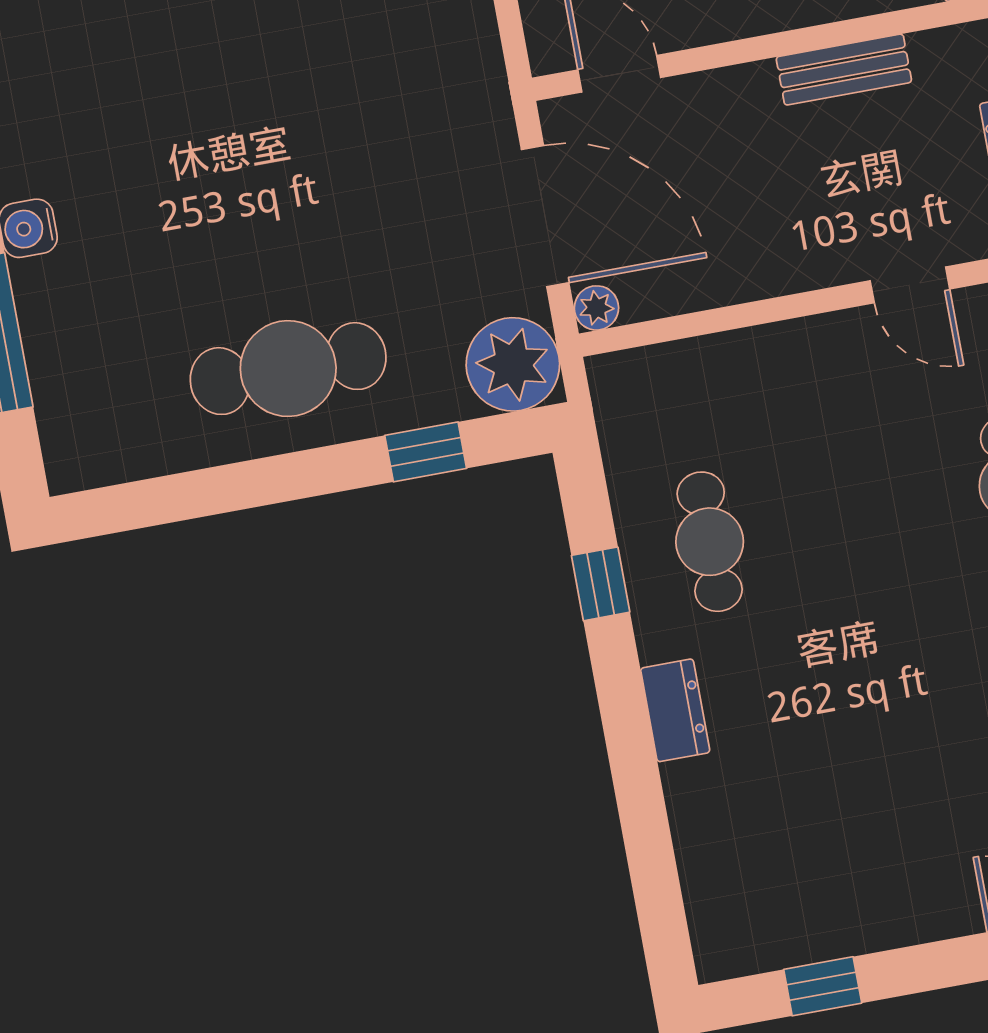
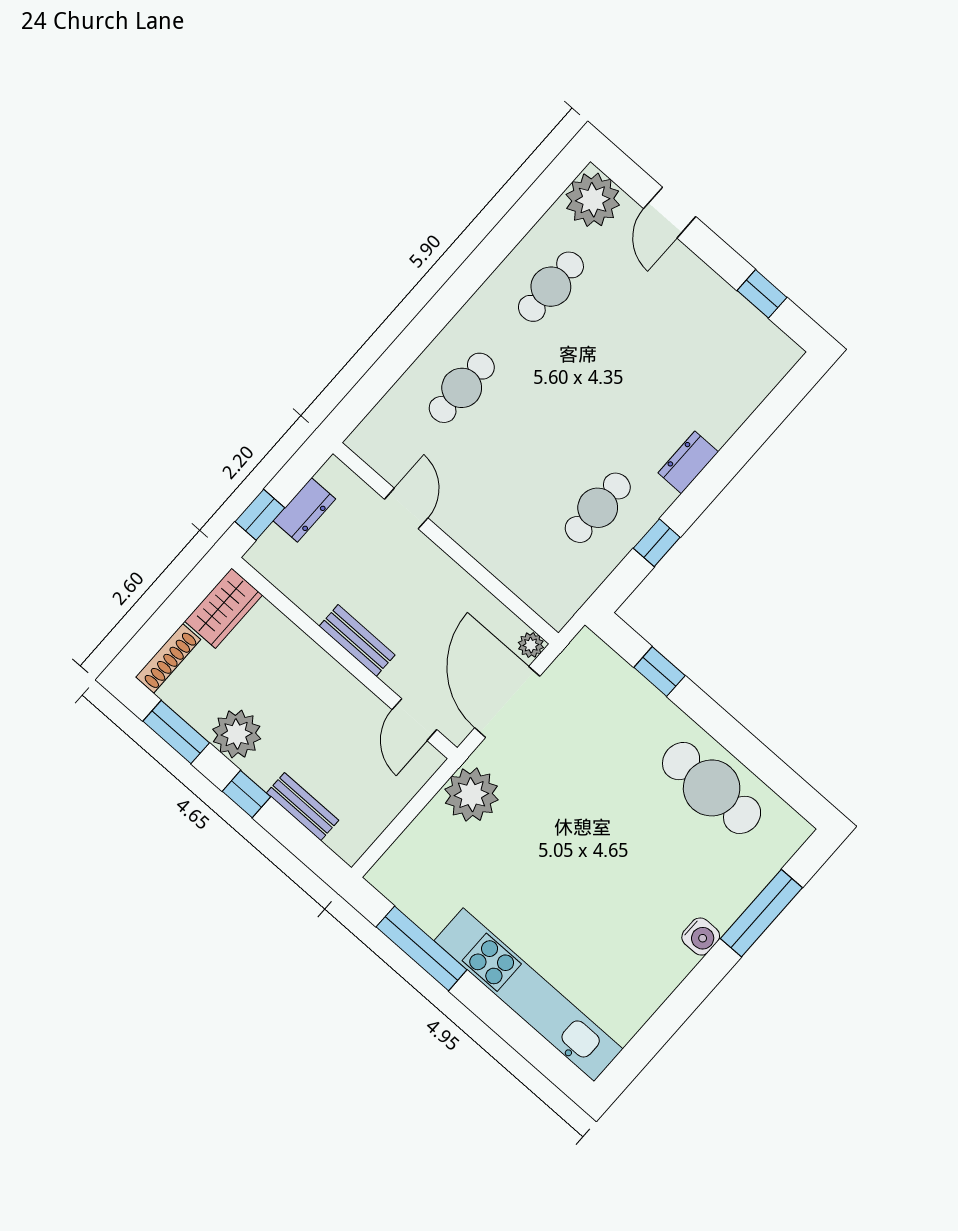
bench: (844, 70) -> (357, 641), moved
plant: (513, 364) -> (471, 795), moved
cafe table: (288, 369) -> (712, 788), moved

